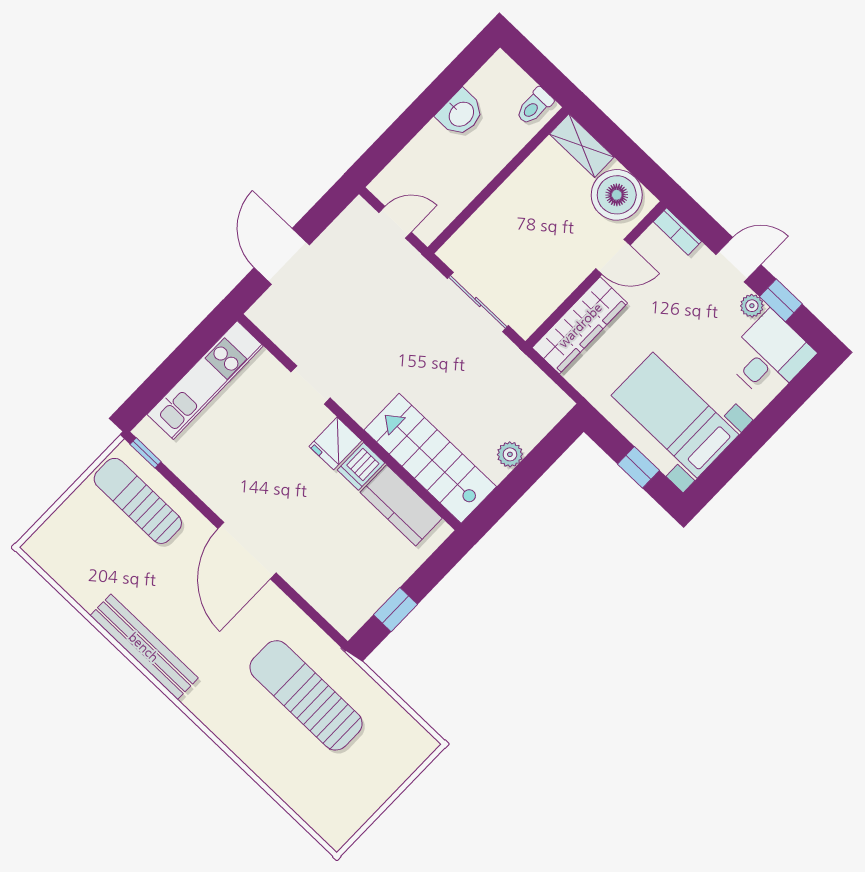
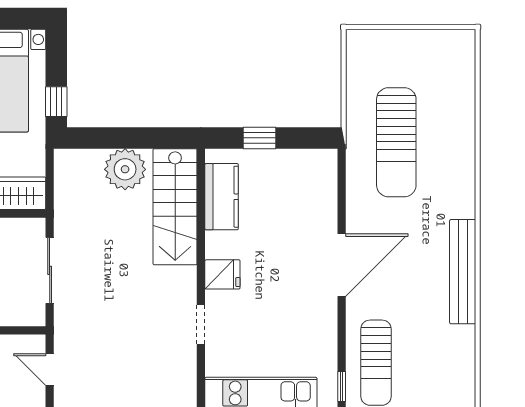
plant: (510, 454) -> (125, 169), width x1.87, depth x1.87
dishwasher: (361, 466) -> (221, 245), removed
window: (638, 467) -> (56, 102), moved
window: (396, 610) -> (259, 138), moved

